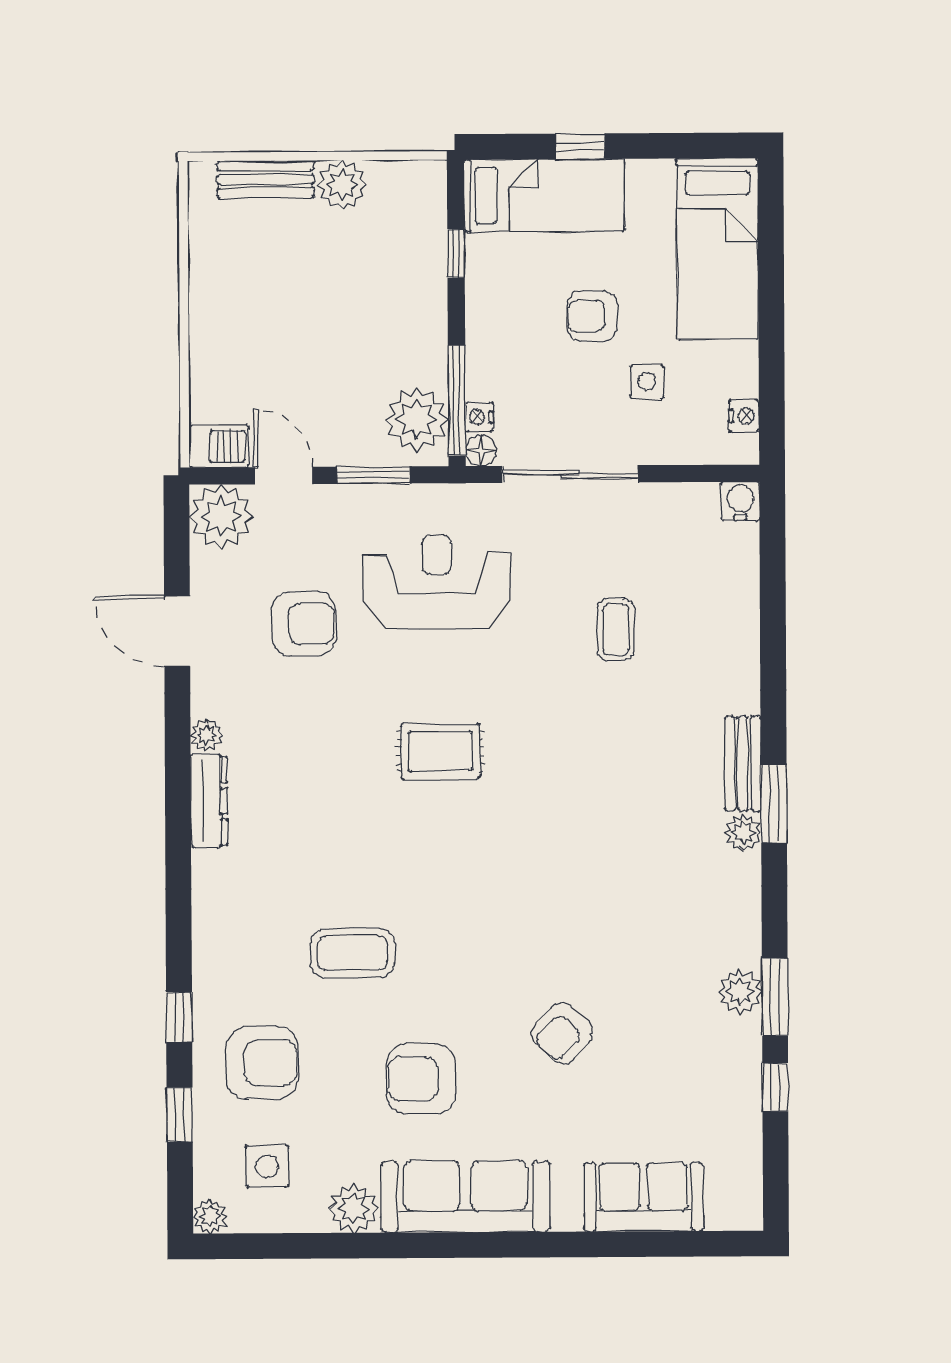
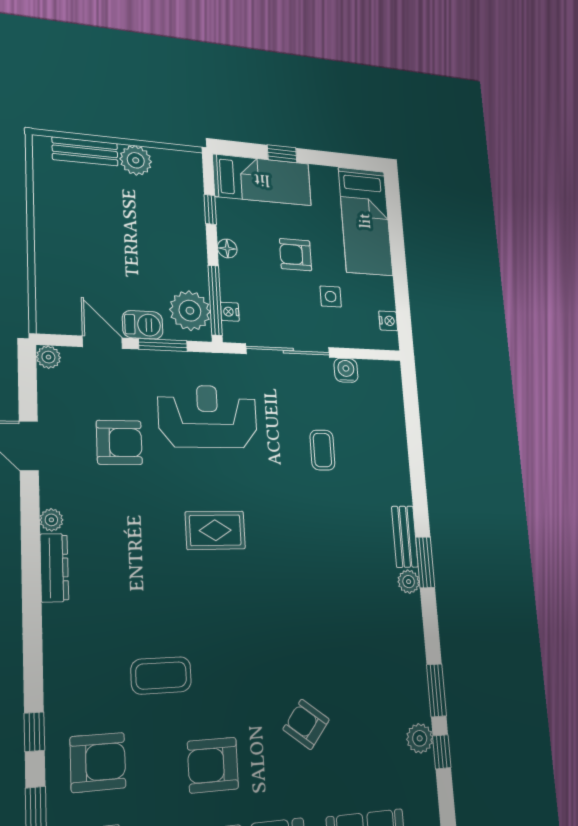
barbecue: (219, 446) -> (143, 325), moved
floor lamp: (481, 451) -> (227, 248), moved
water cooler: (740, 501) -> (346, 370), moved
plant: (221, 516) -> (48, 357), width x0.53, depth x0.53
plant: (740, 992) -> (420, 738), moved
armchair: (562, 1033) -> (306, 724), turned 85

